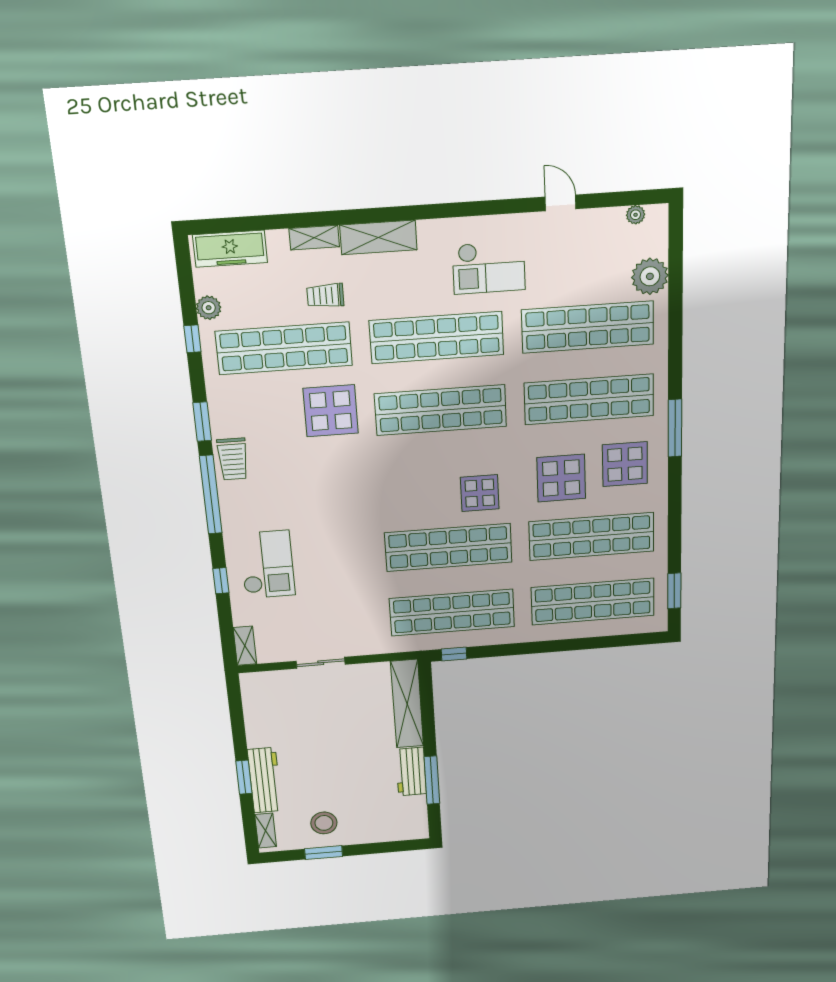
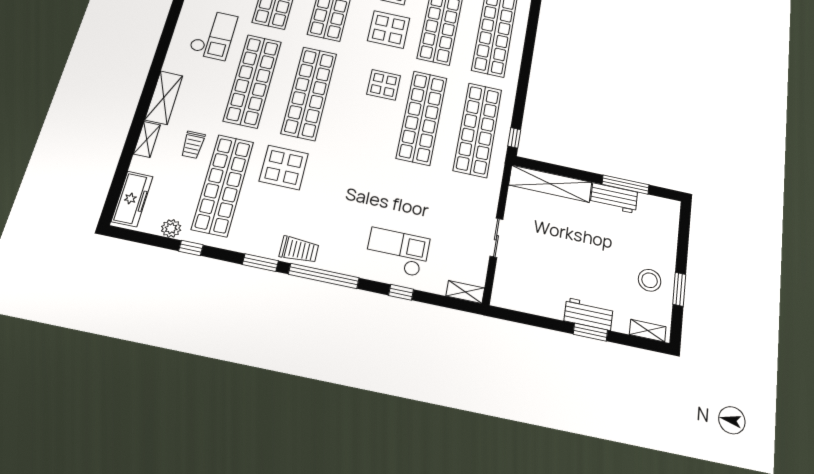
workbench: (265, 780) -> (589, 314), width x0.73

